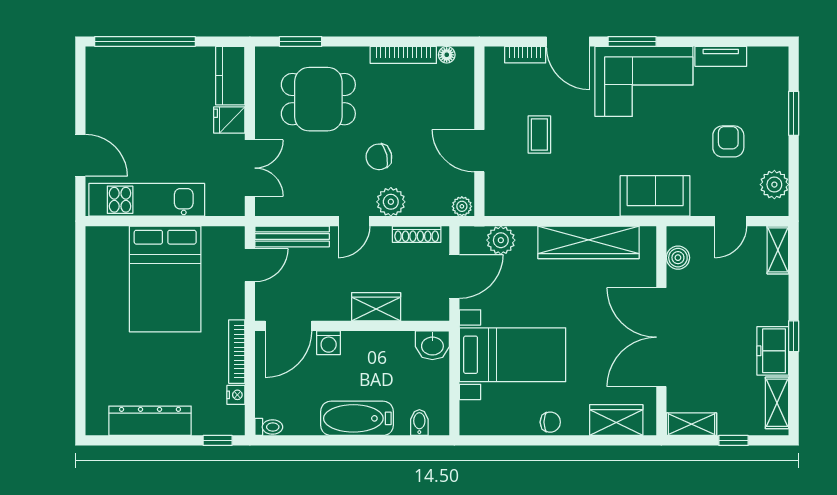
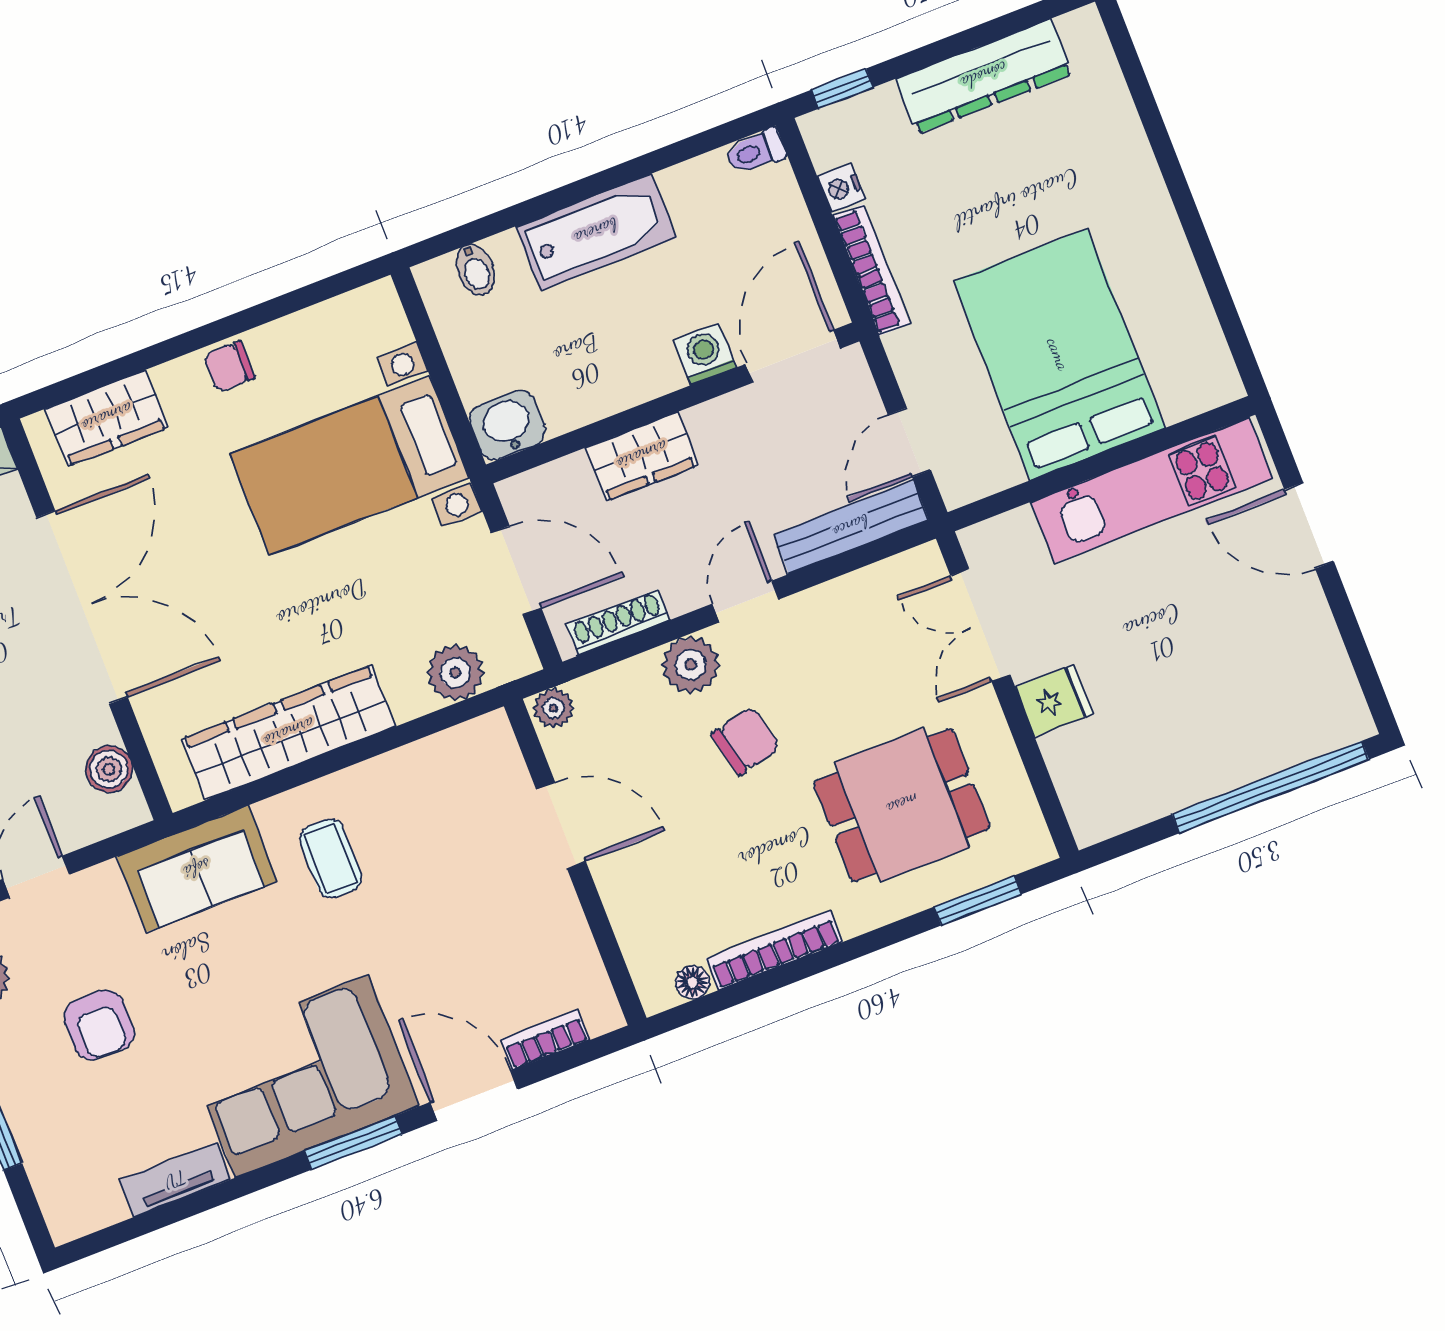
kitchen counter: (230, 76) -> (1085, 785), removed
coffee table: (539, 134) -> (331, 858), moved
door: (454, 277) -> (516, 570), swing flipped

